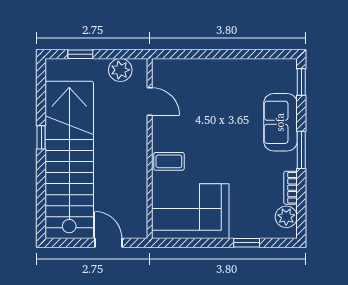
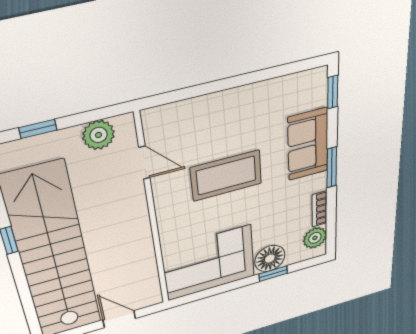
coffee table: (169, 161) -> (226, 176), moved, width x1.86, depth x1.72
floor lamp: (244, 225) -> (270, 259), added

